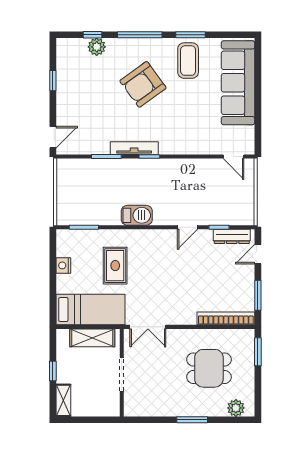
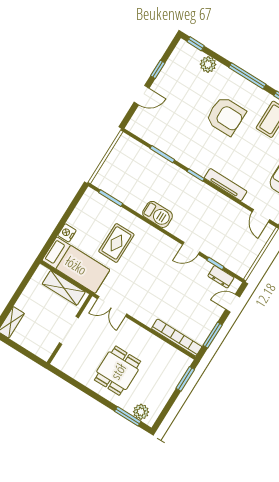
window: (92, 35) -> (196, 44), moved
armchair: (143, 84) -> (226, 116), turned -144
door: (53, 137) -> (142, 95), moved
tv unit: (134, 148) -> (226, 185), moved
dresser: (232, 236) -> (221, 277), width x0.70
nightstand: (63, 265) -> (67, 233), moved
dining table: (209, 368) -> (118, 371), moved, turned 90
window: (53, 371) -> (17, 294), removed
window: (192, 420) -> (128, 416), moved

